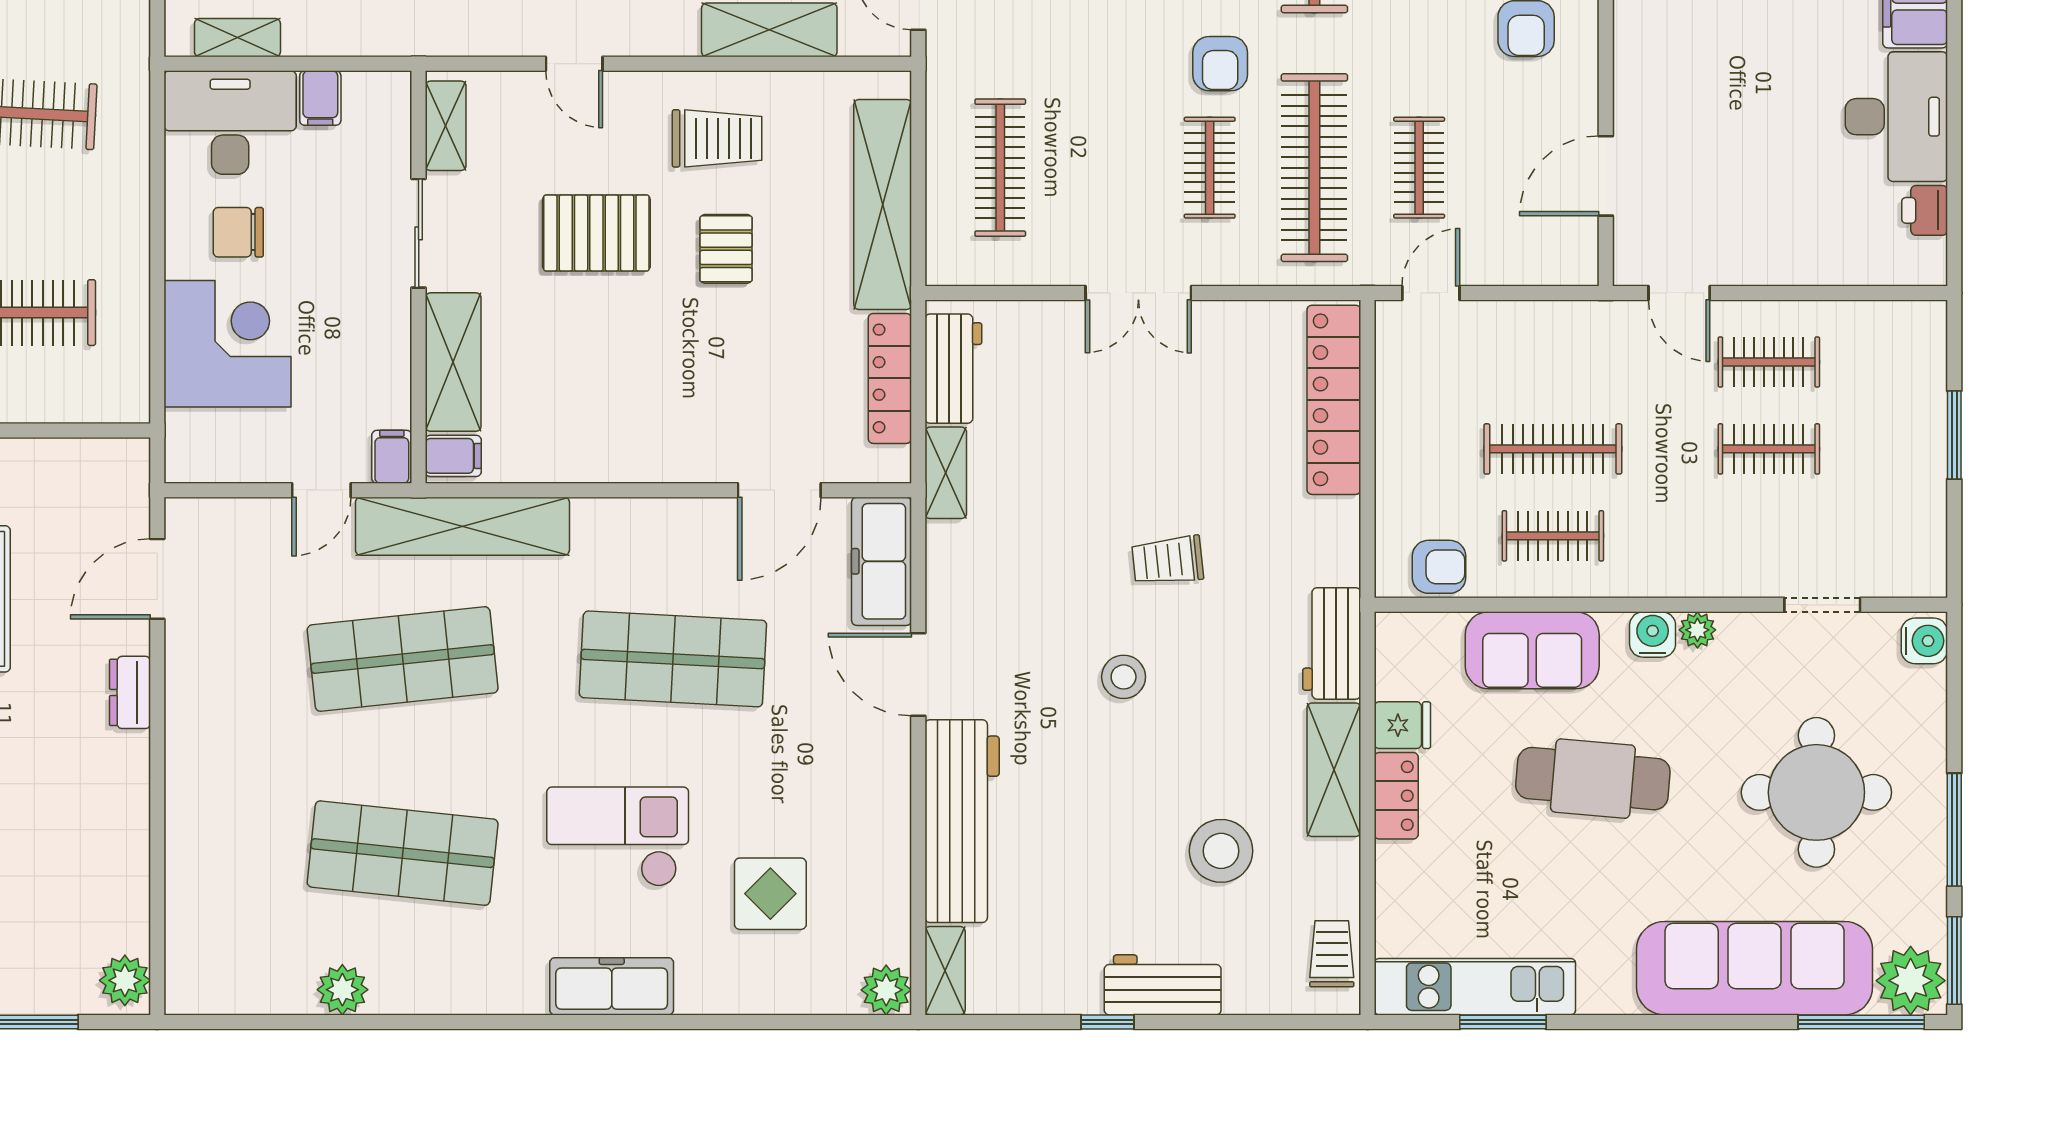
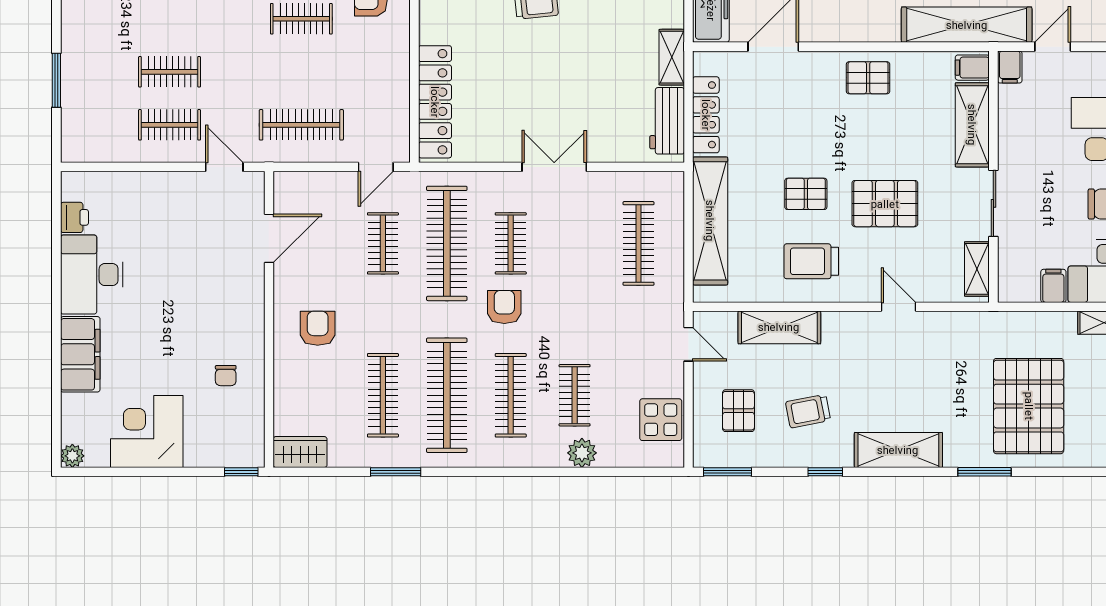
pallet: (726, 249) -> (806, 194), turned 90
pallet: (624, 439) -> (868, 78), added
clothes rail: (1553, 449) -> (301, 125), moved

